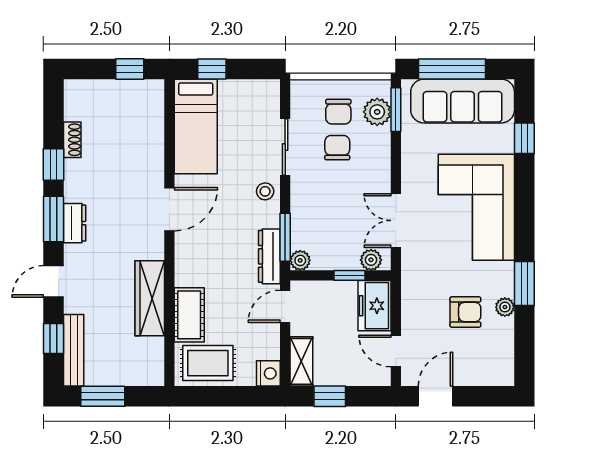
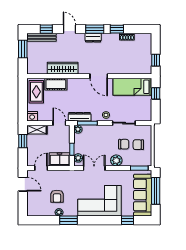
plant: (377, 112) -> (116, 160), moved

